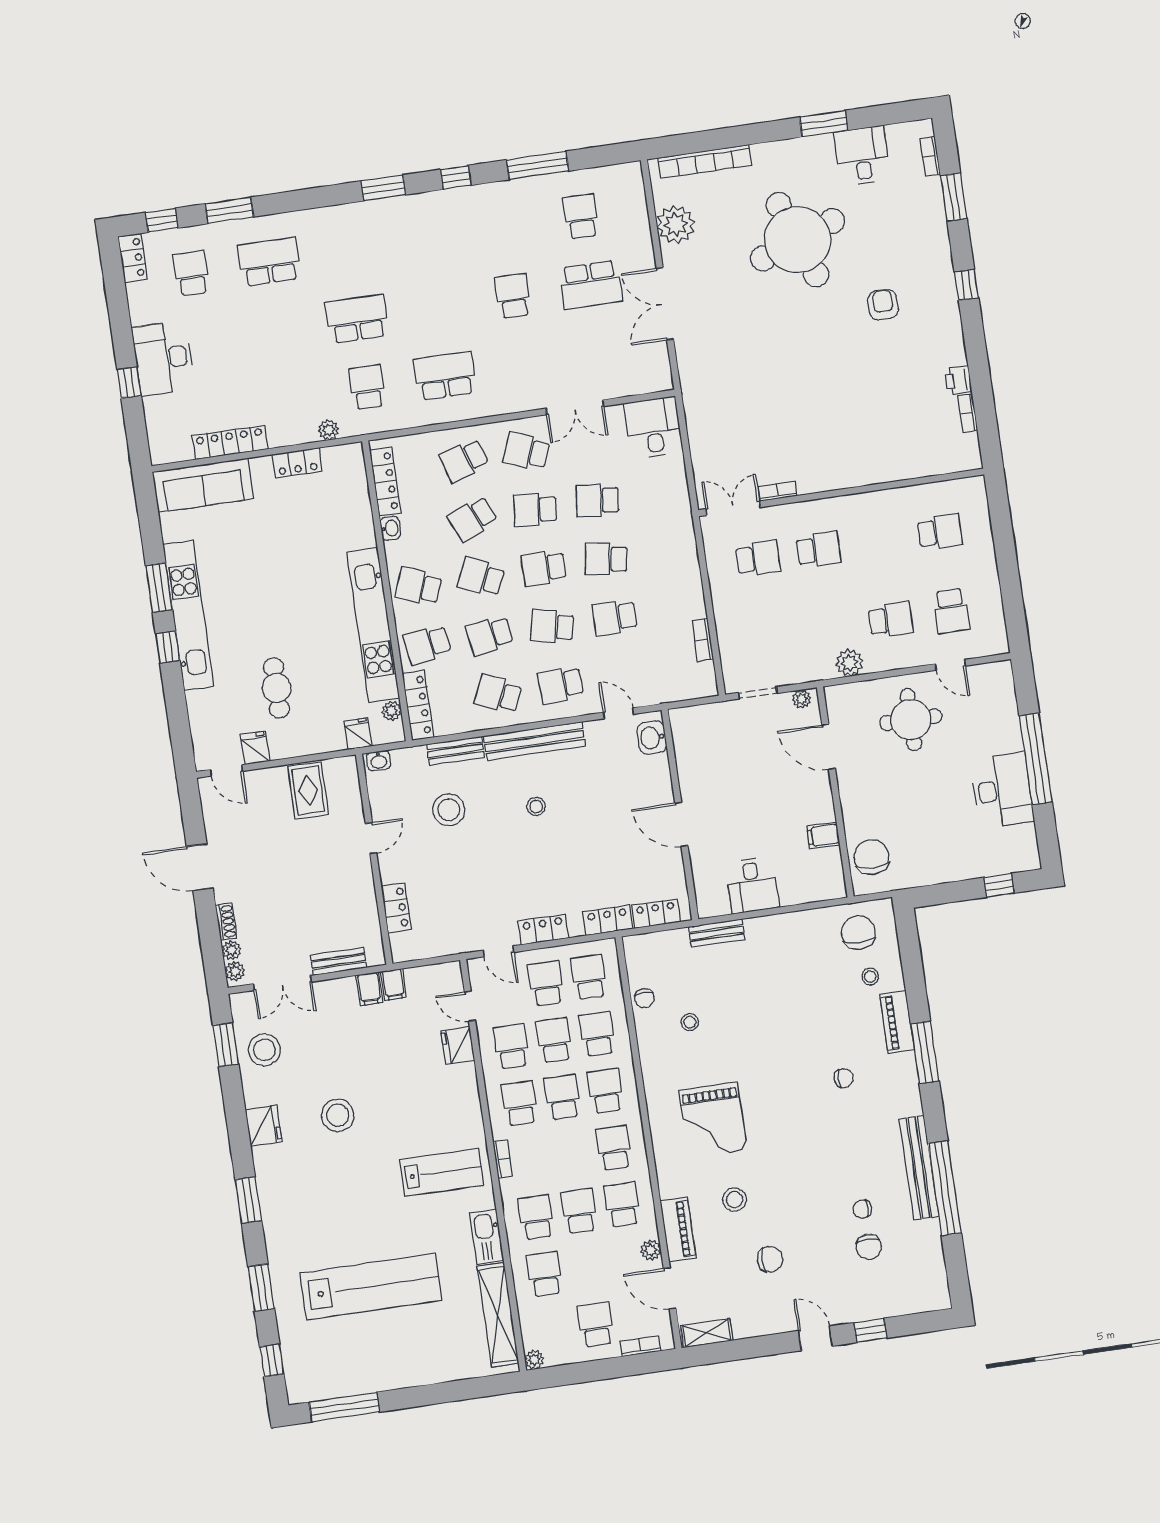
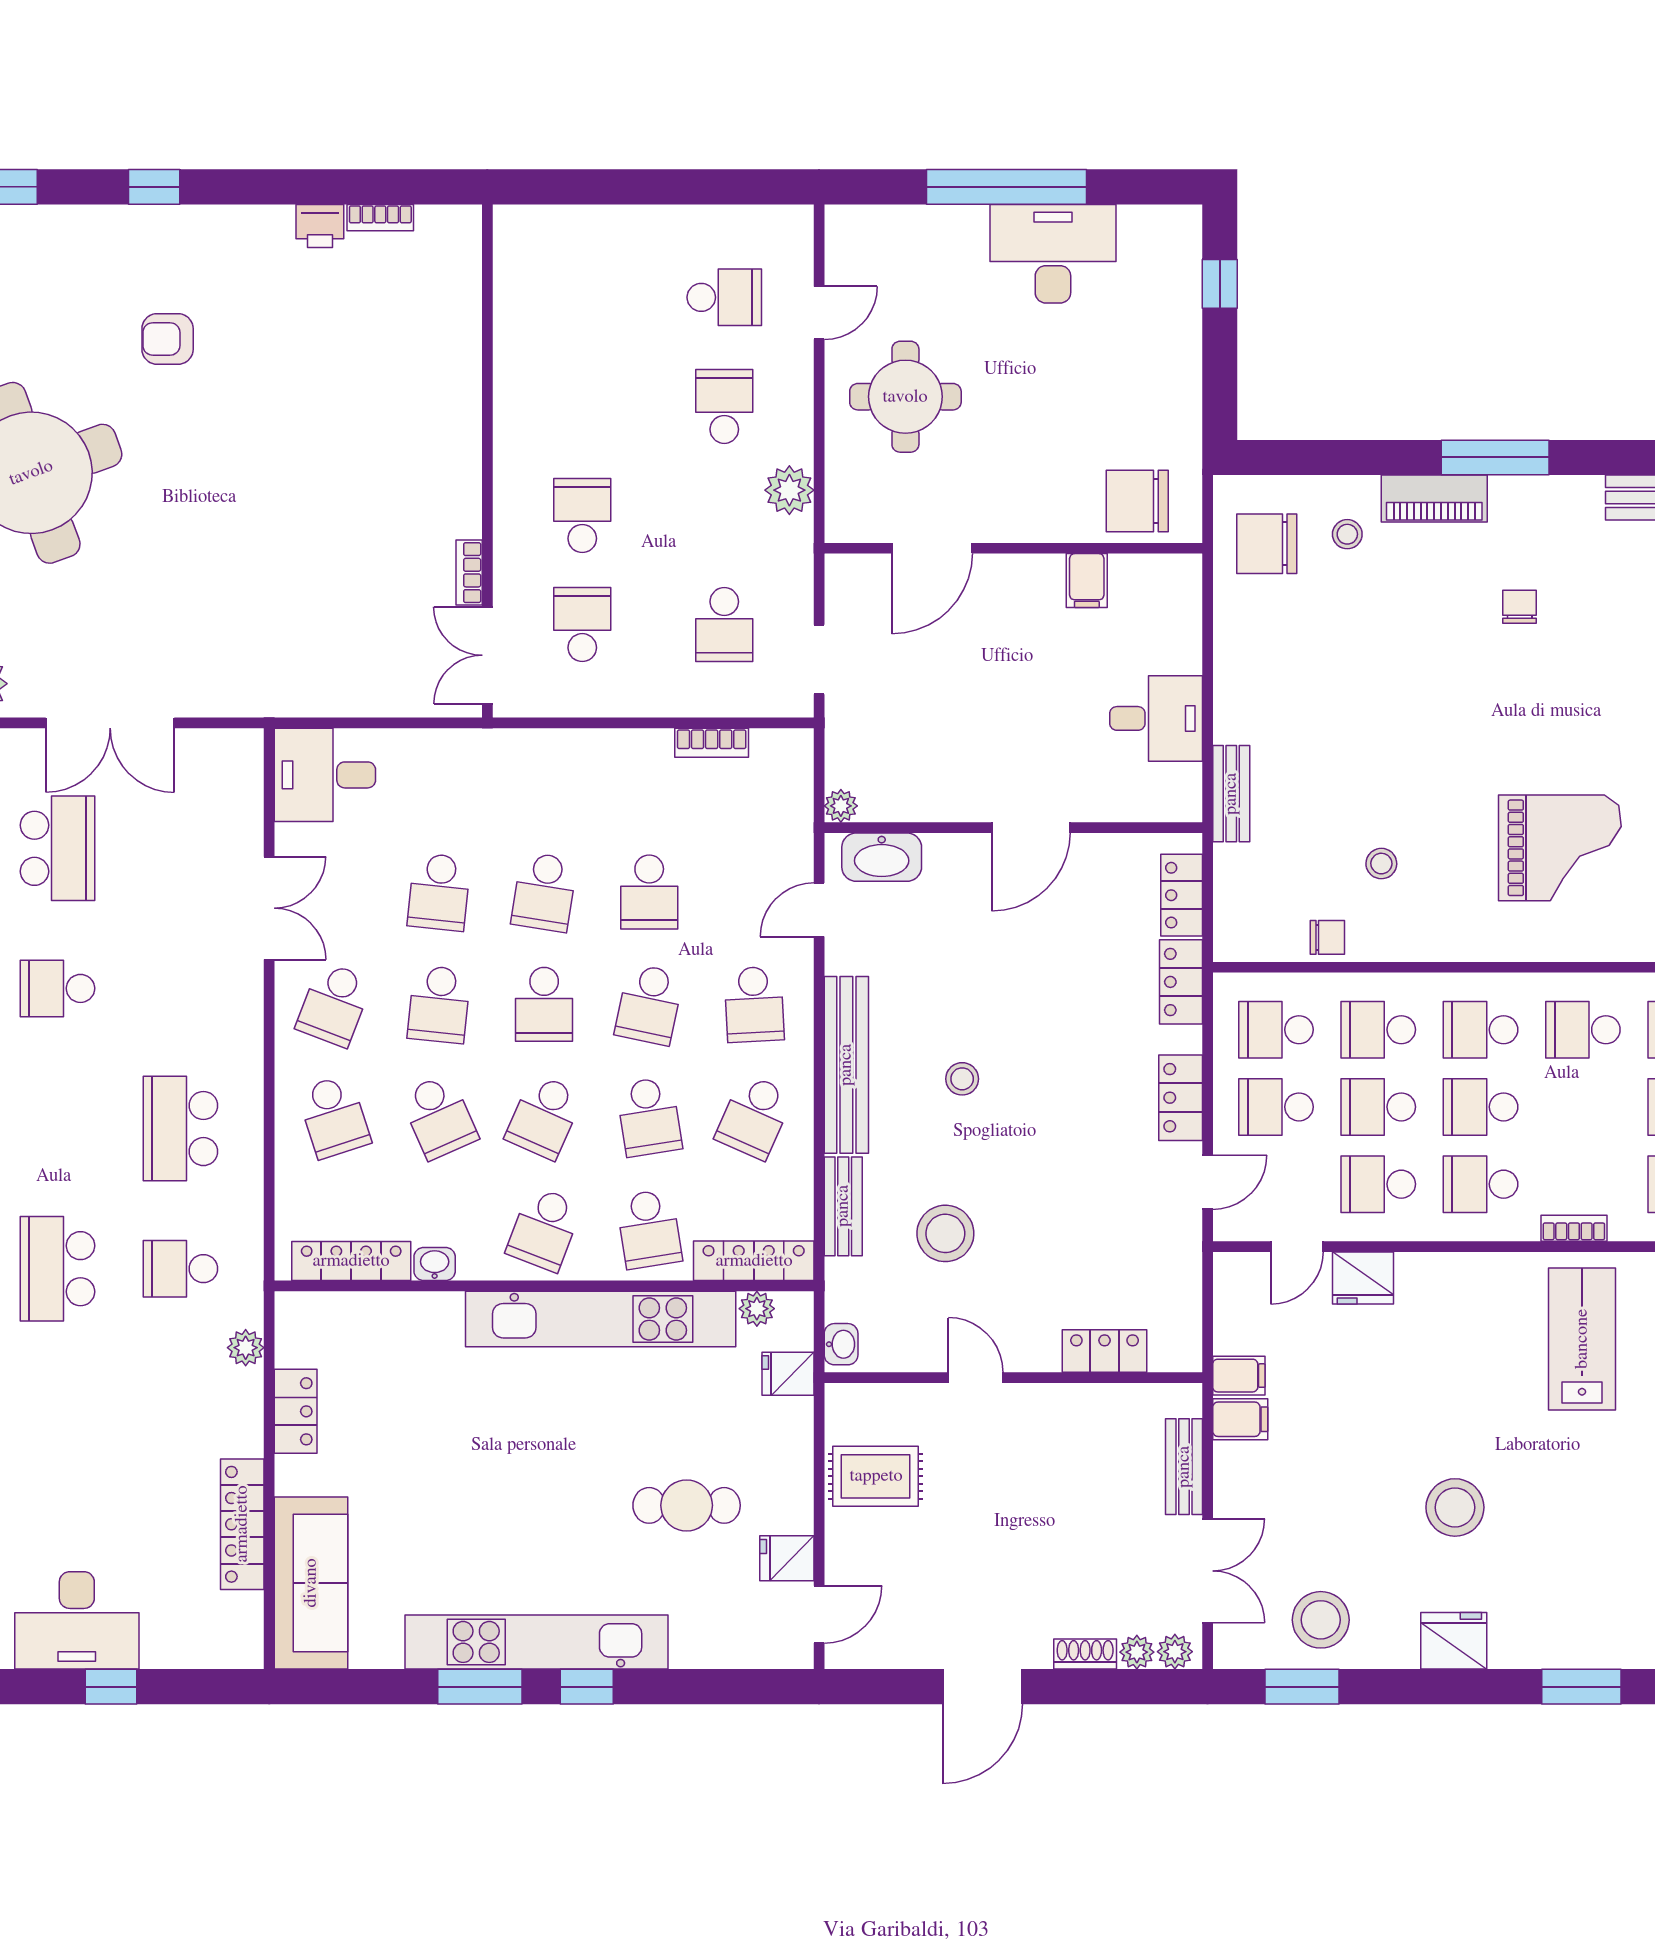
school desk: (940, 532) -> (724, 625), moved, turned 180
plant: (802, 699) -> (841, 806), moved
washbasin: (652, 738) -> (882, 857), width x1.38

